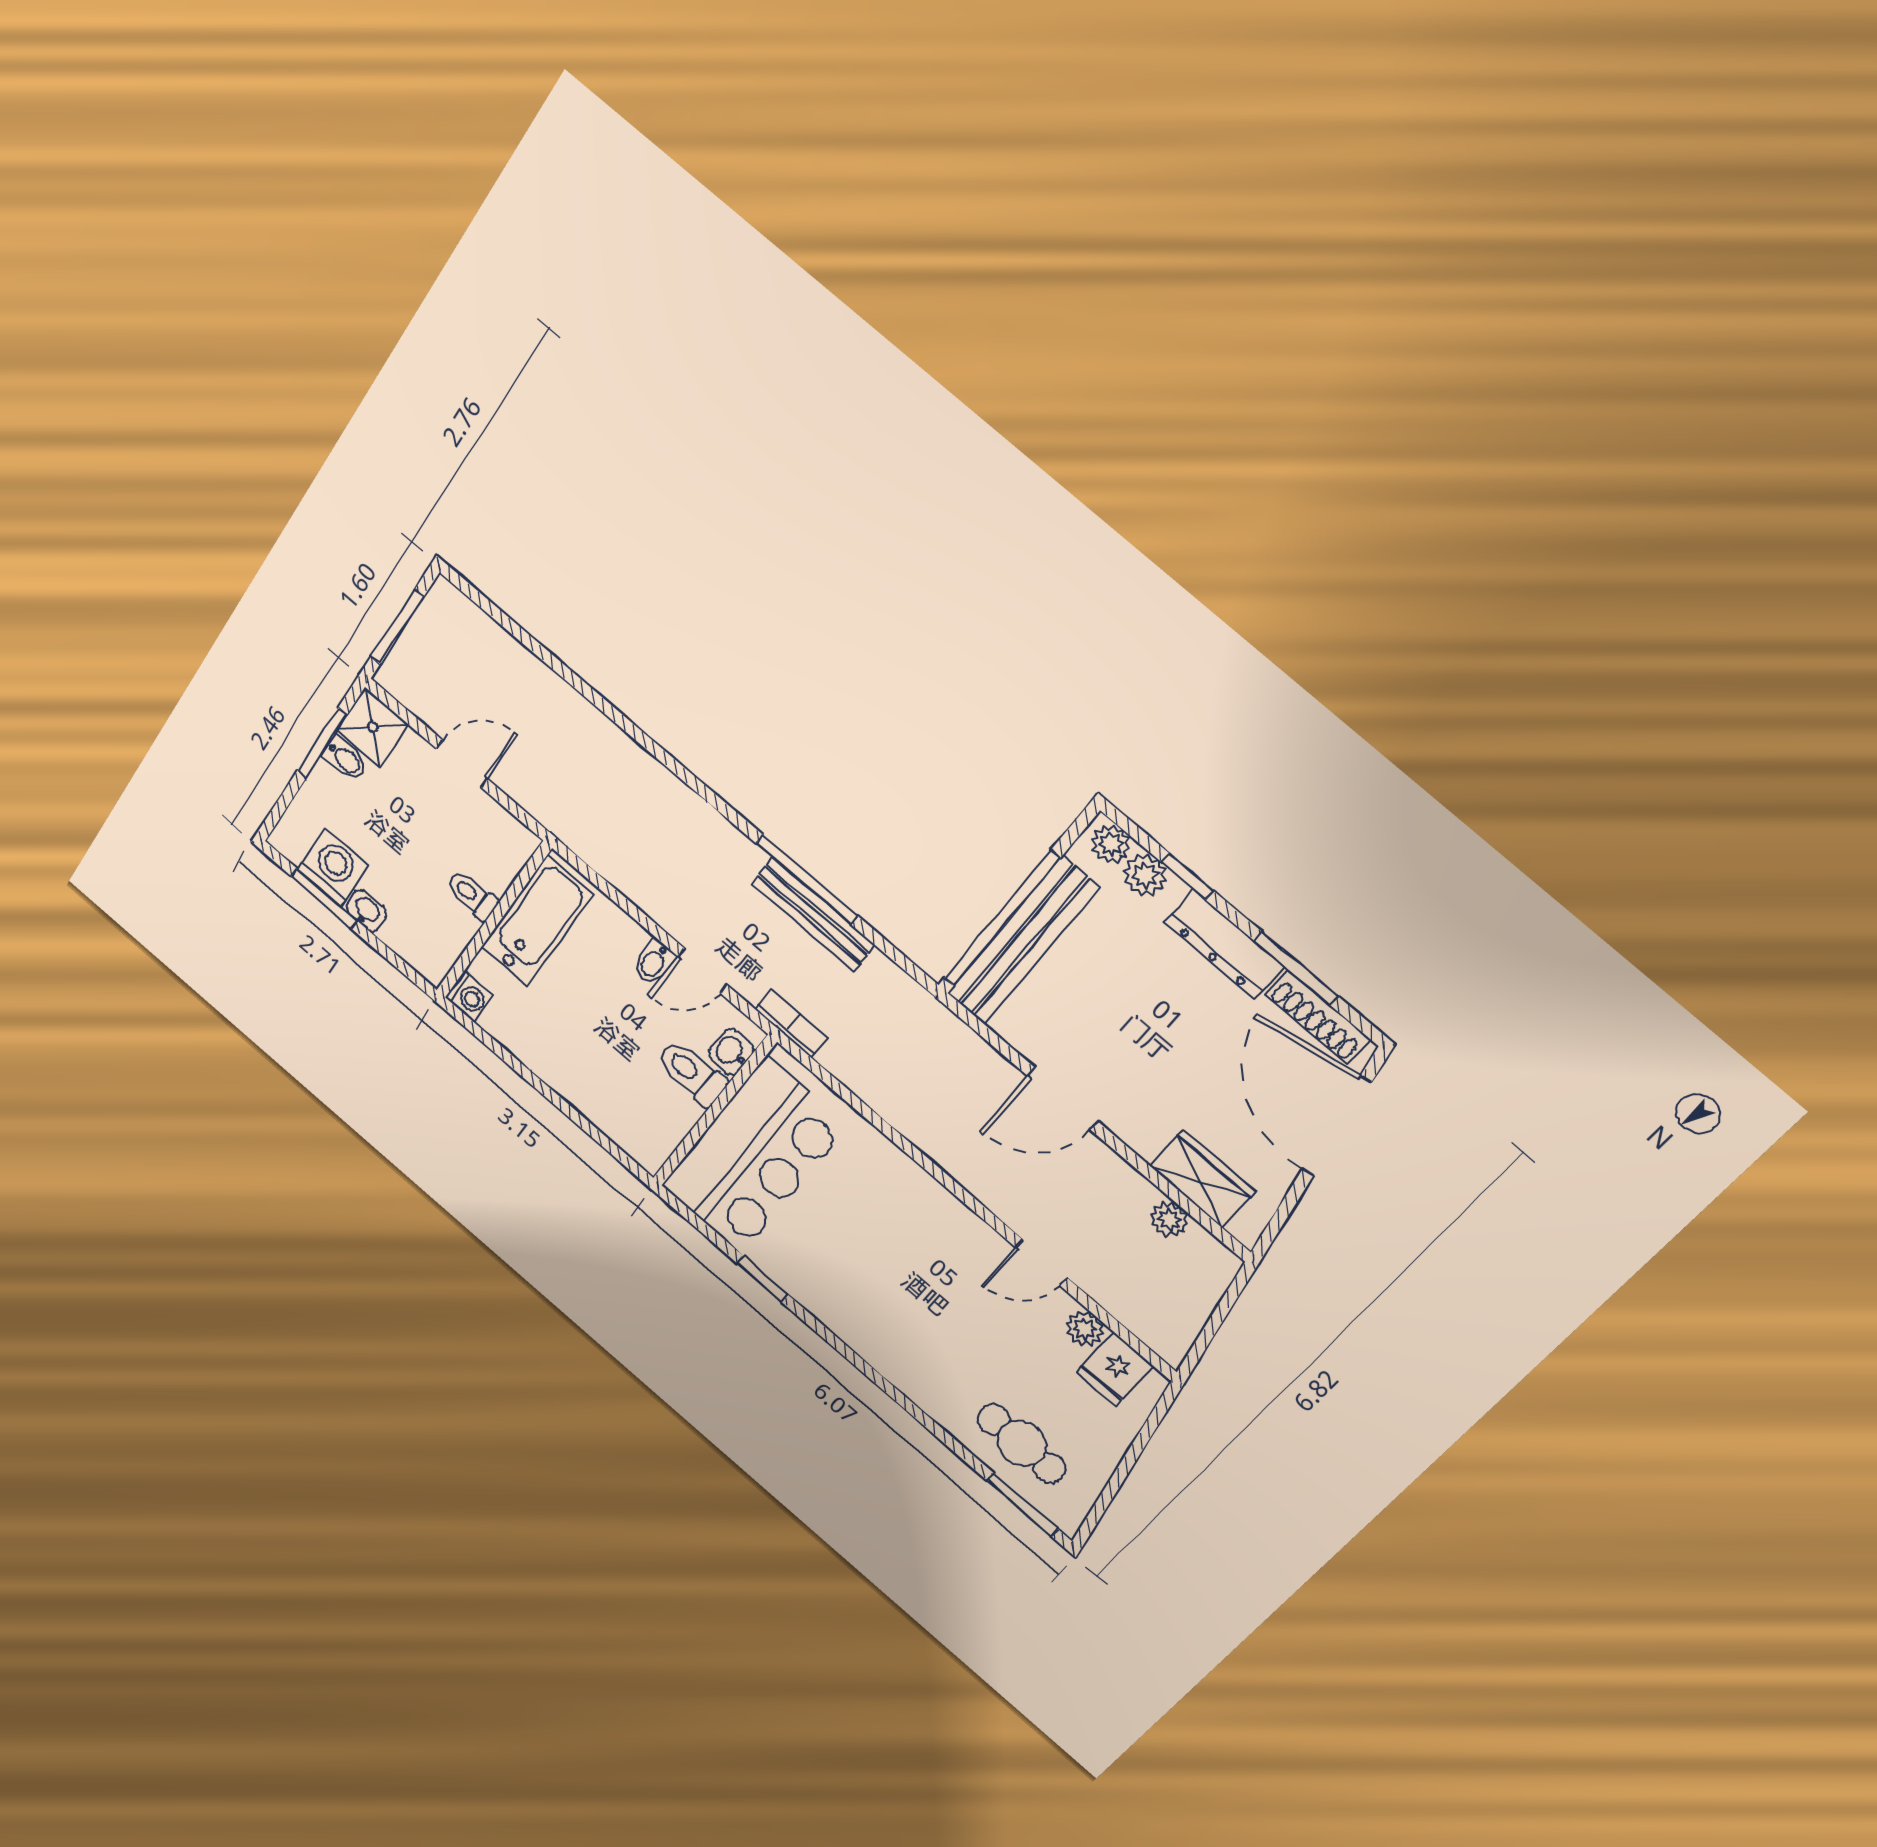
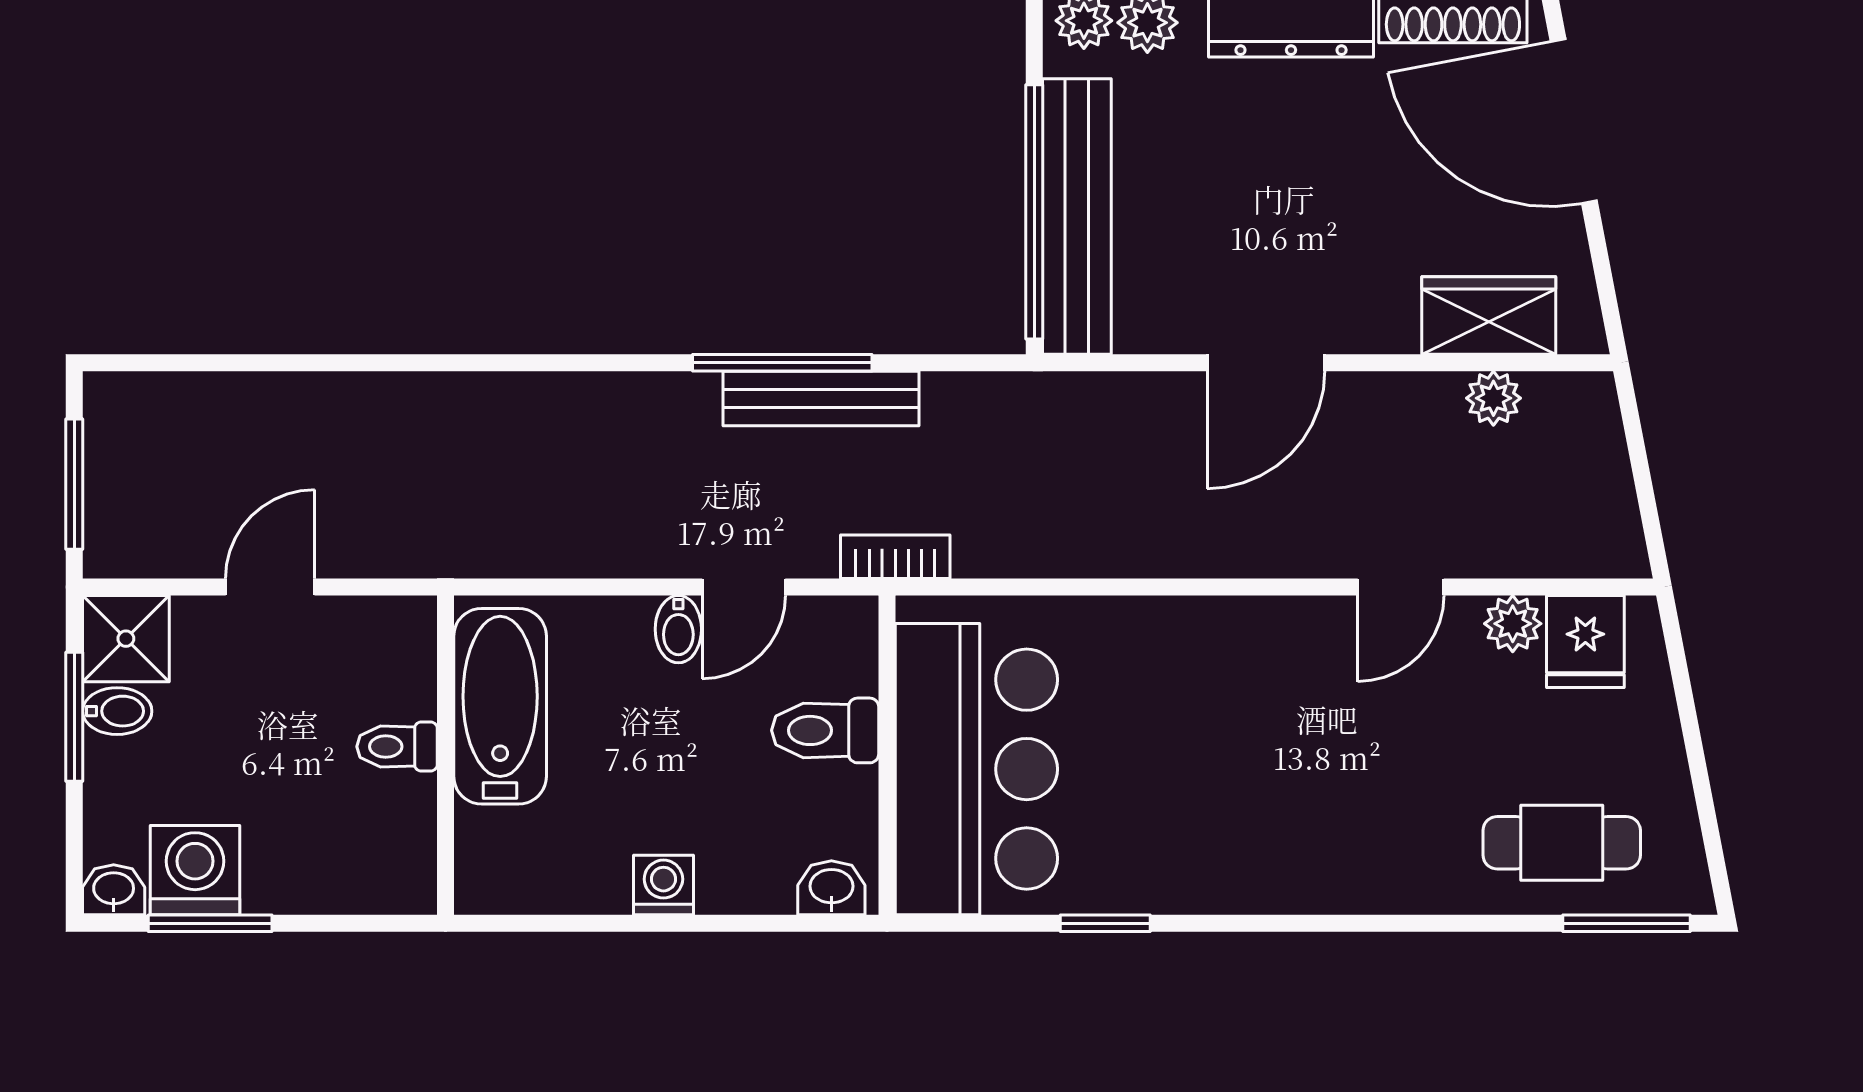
washbasin: (367, 911) -> (114, 890), moved
washing machine: (469, 996) -> (663, 885), moved, turned -90
washbasin: (731, 1052) -> (831, 888), moved, turned 90

